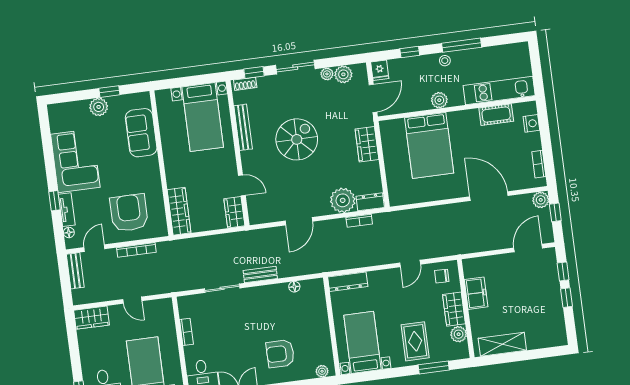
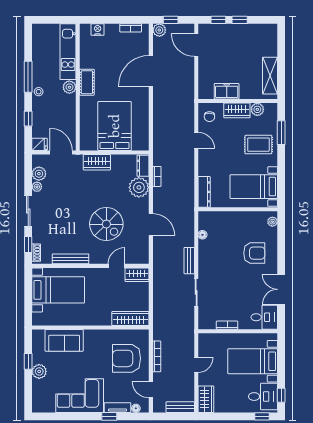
plant: (439, 100) -> (69, 87), moved
cot: (496, 115) -> (87, 82), moved
spiral stairs: (297, 139) -> (106, 224), moved, turned 180
bed: (429, 145) -> (115, 126), moved, turned -90
bench: (75, 271) -> (180, 407), moved
armchair: (280, 354) -> (254, 253), turned -90

